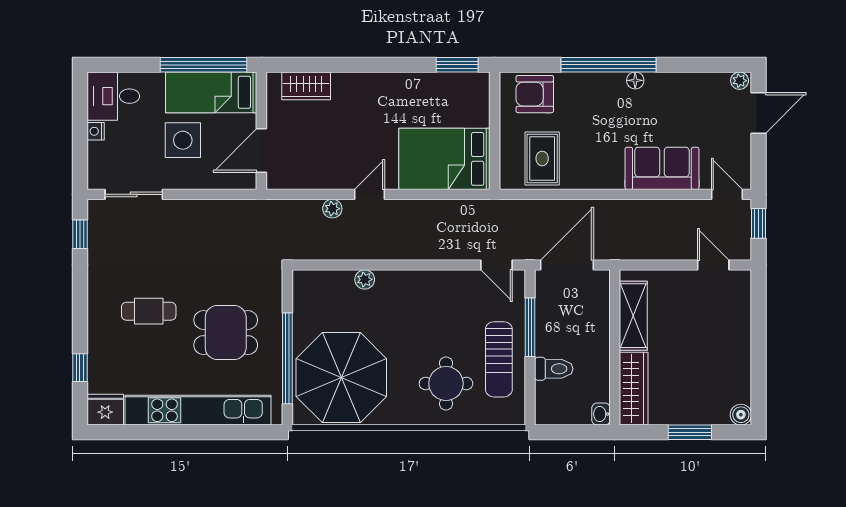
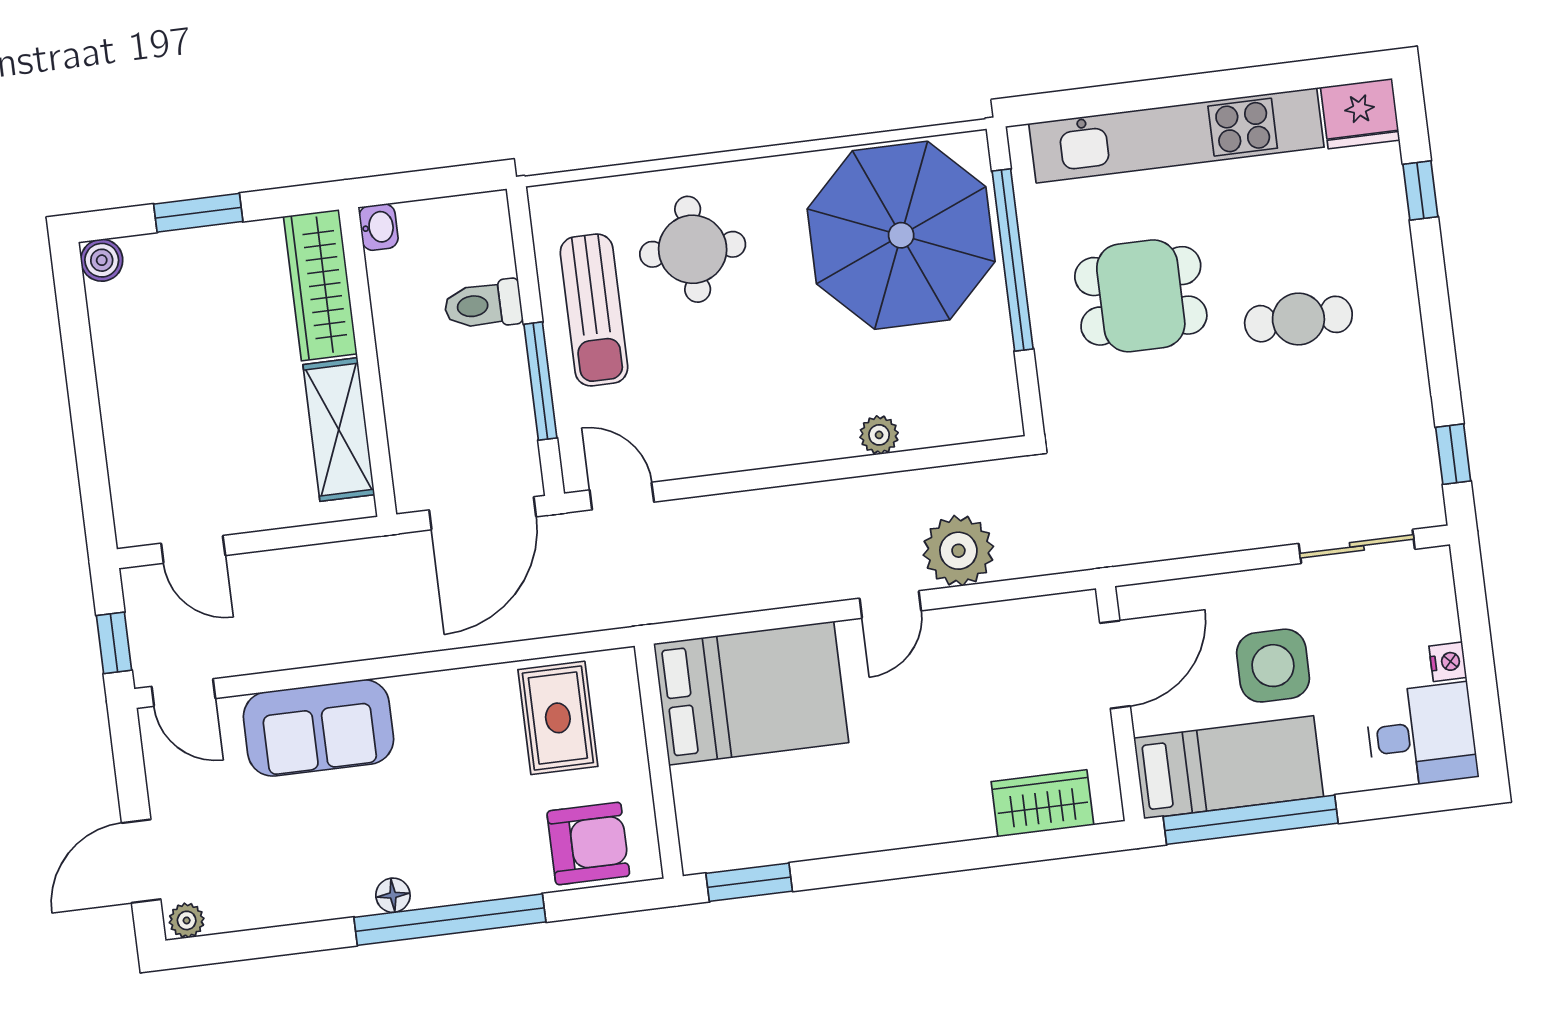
plant: (332, 209) -> (958, 551), width x1.87, depth x1.87
sun lounger: (499, 359) -> (594, 310), turned 180

